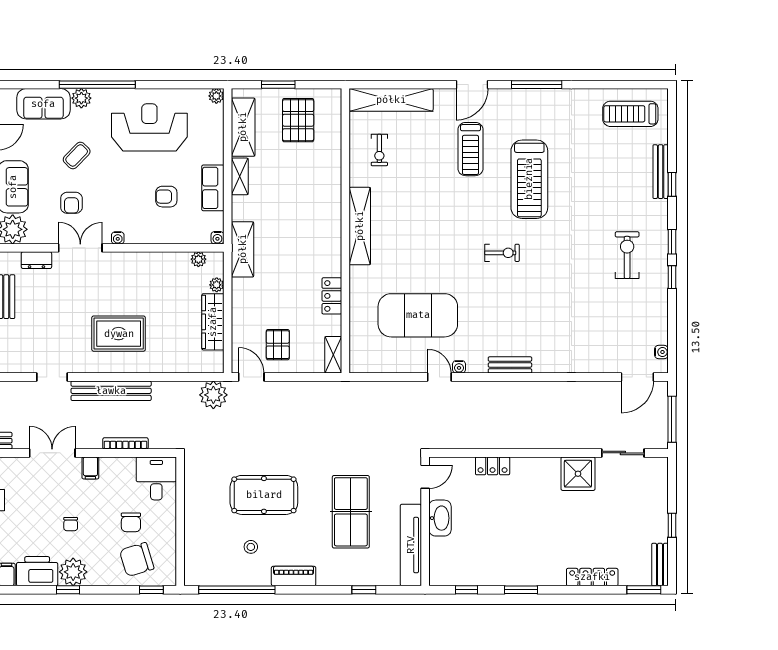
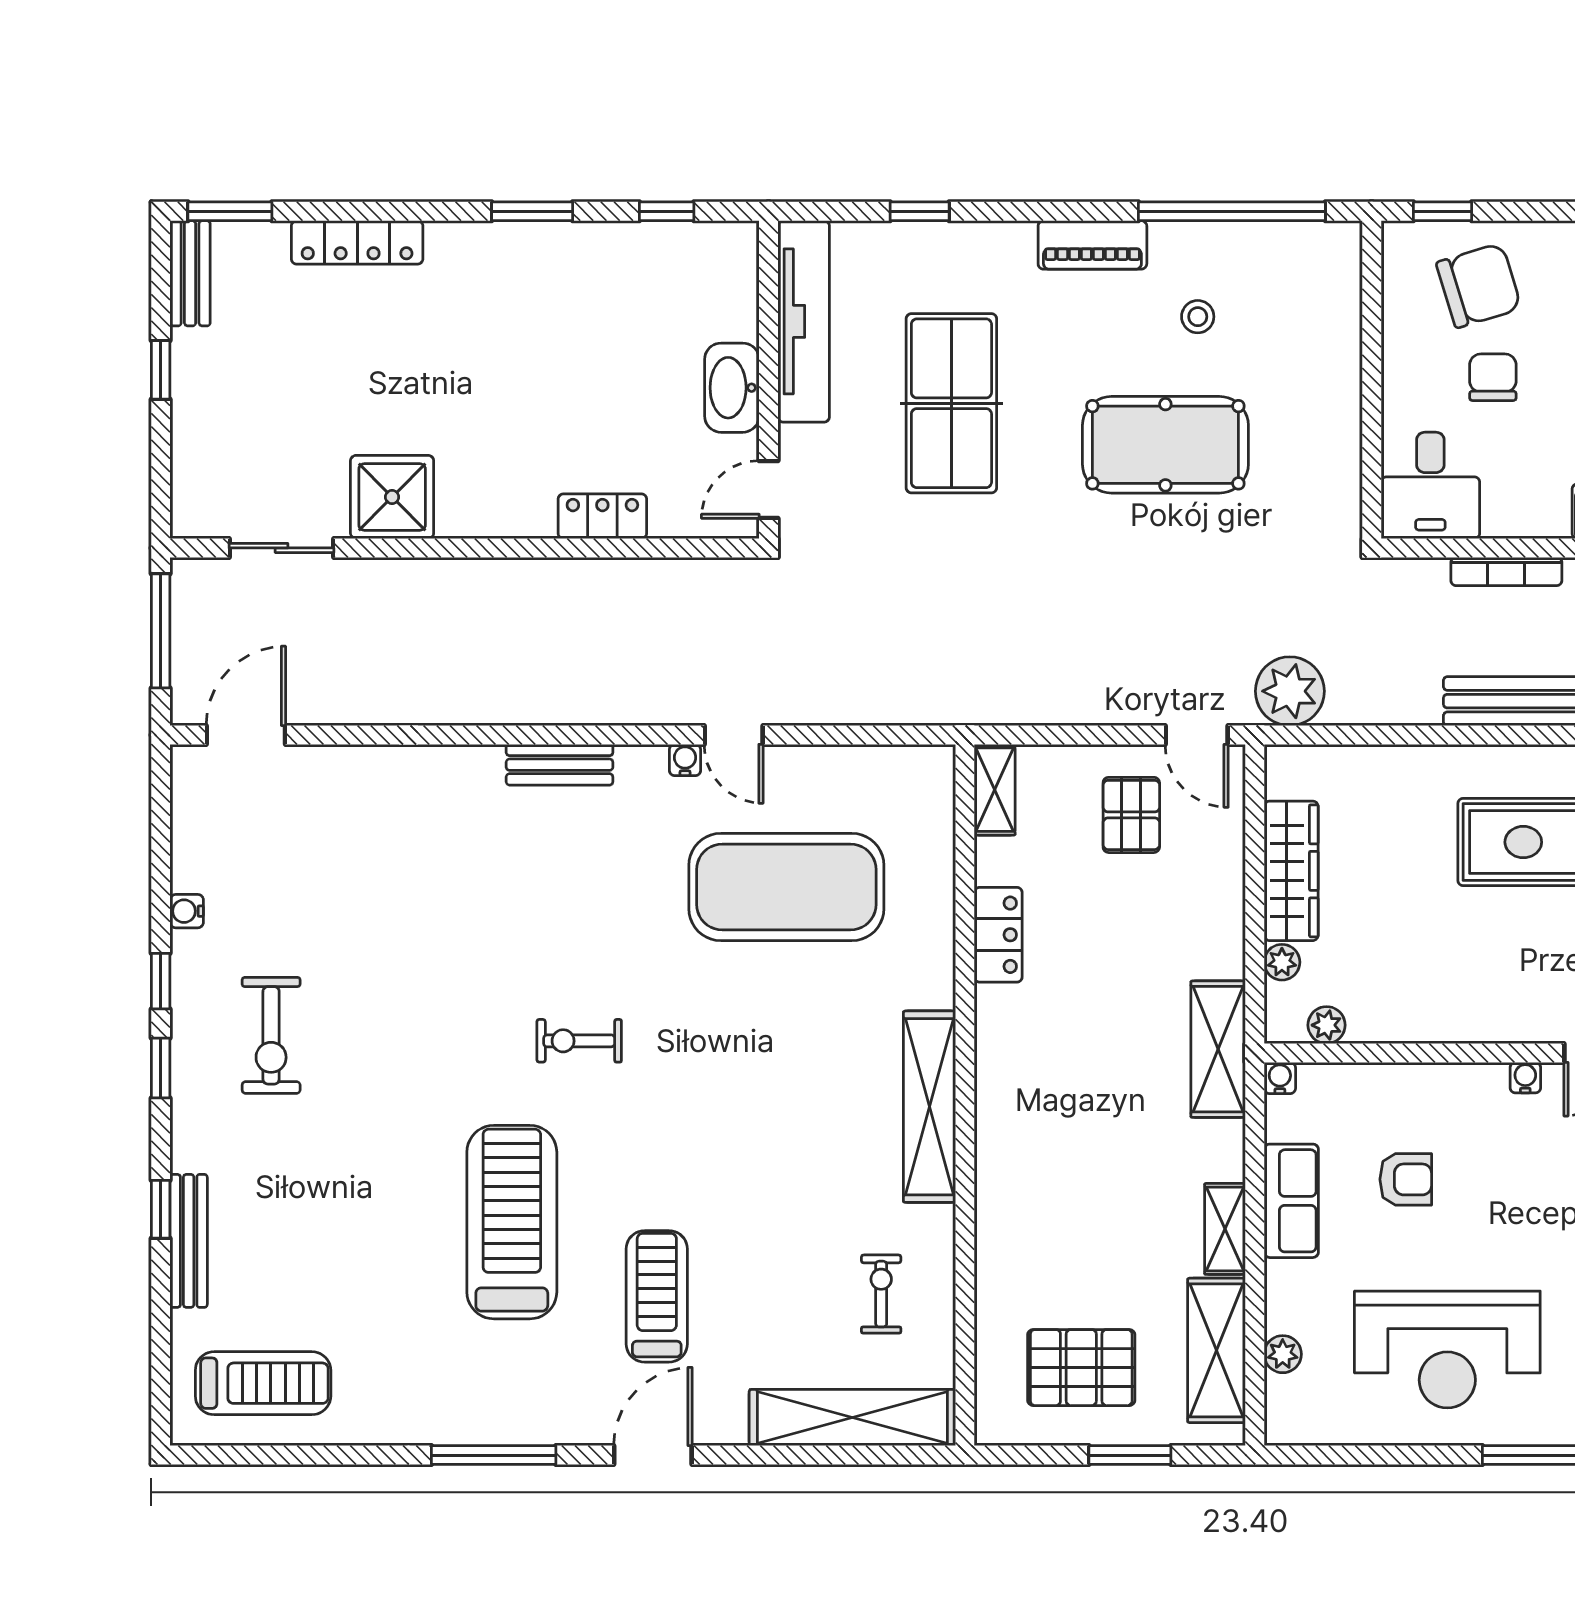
plant: (216, 96) -> (1283, 1354), moved
pallet: (298, 120) -> (1081, 1368), turned 90
water cooler: (661, 352) -> (187, 911), moved

